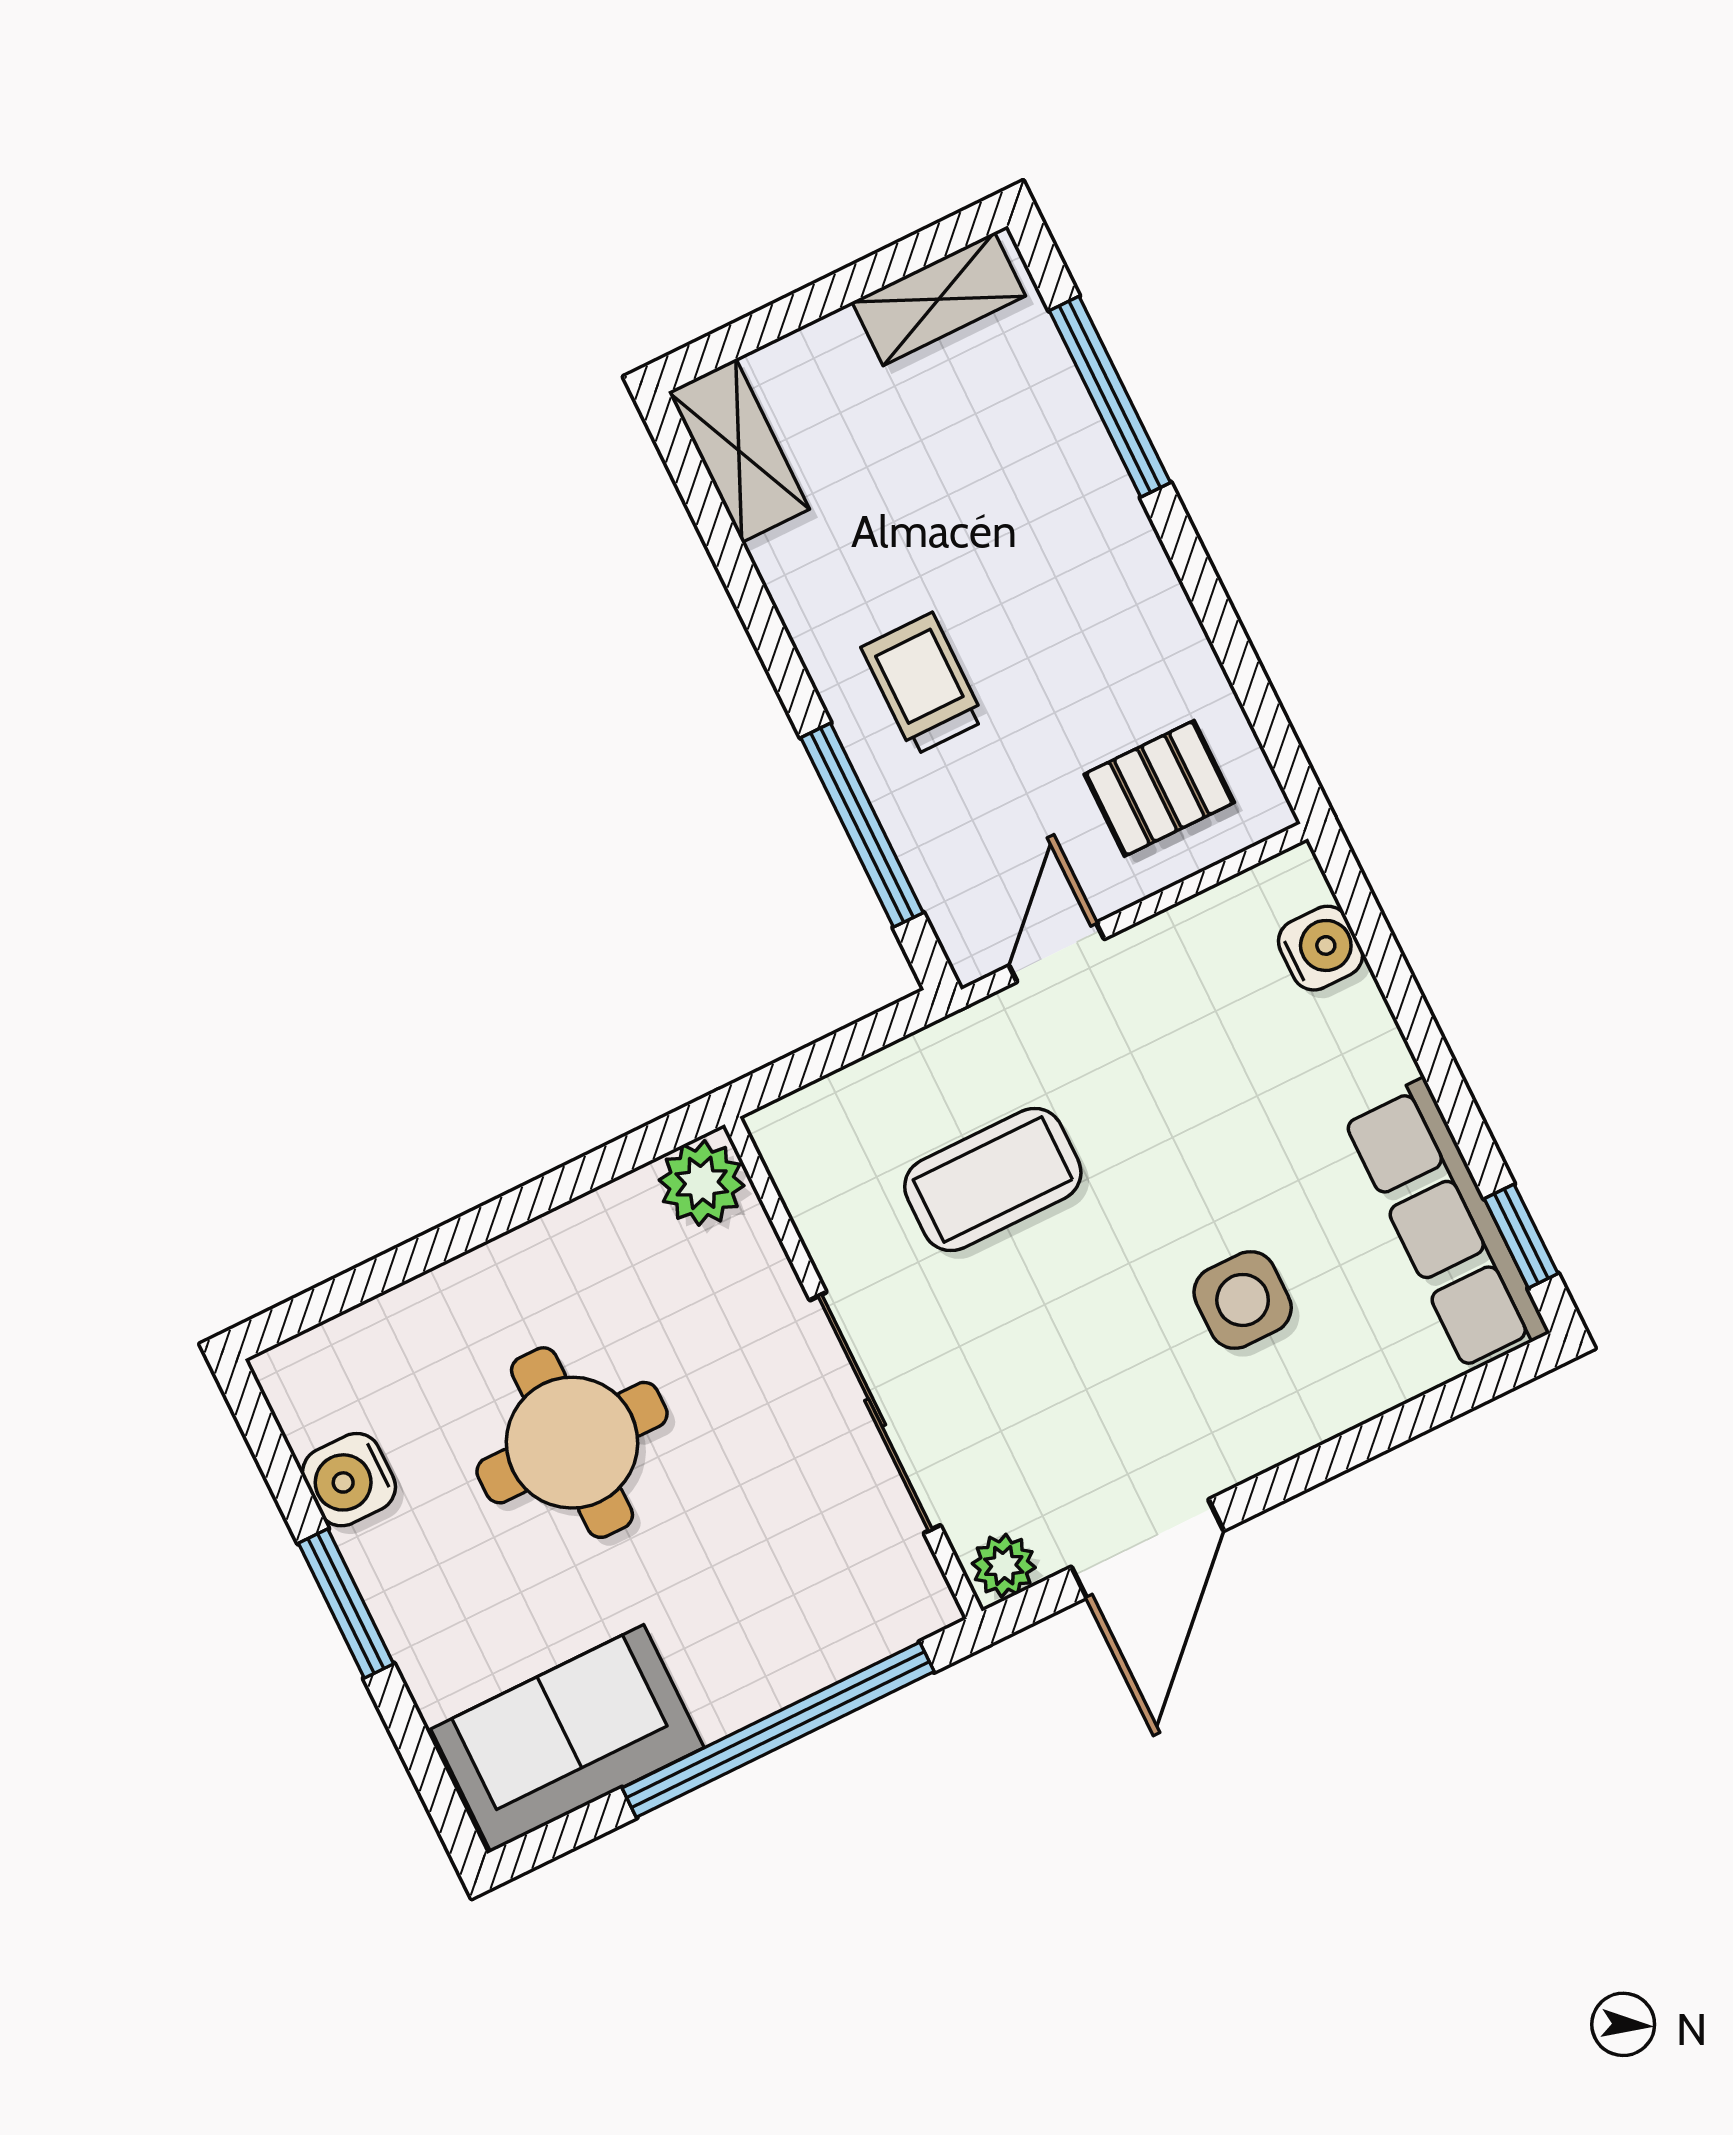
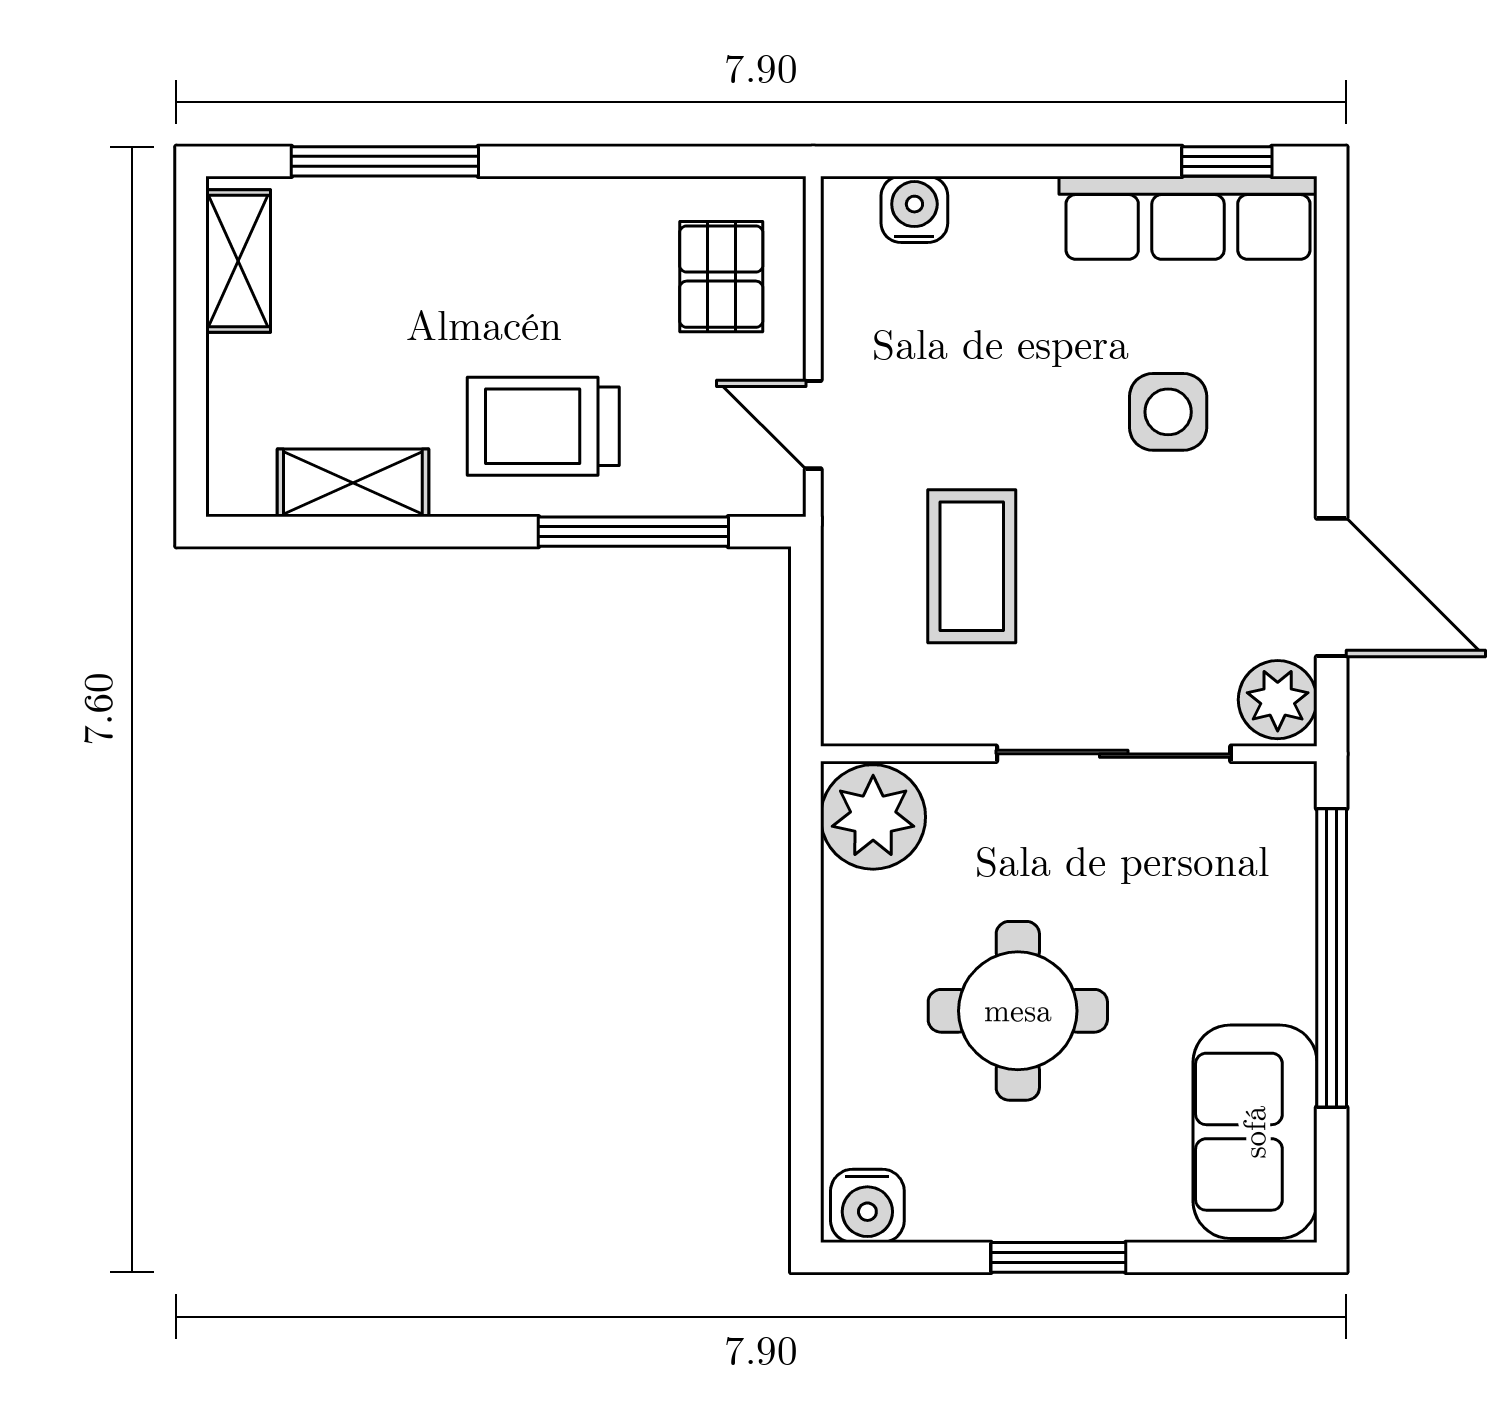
shelving: (739, 451) -> (353, 483), moved
trolley: (923, 684) -> (543, 426), width x1.36, depth x1.39
plant: (702, 1183) -> (873, 817), width x1.36, depth x1.36
water cooler: (349, 1480) -> (867, 1206), moved
plant: (1004, 1566) -> (1278, 700), width x1.38, depth x1.38

